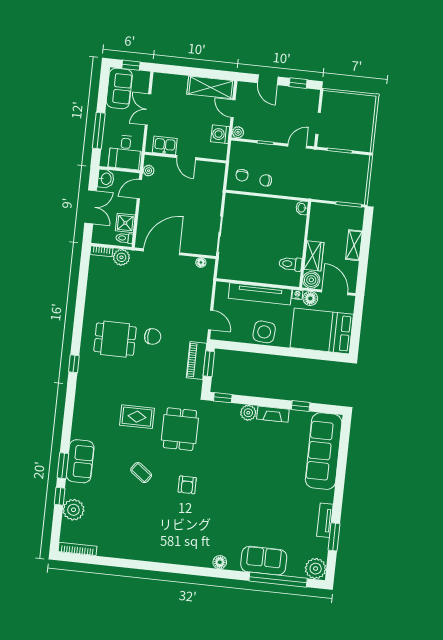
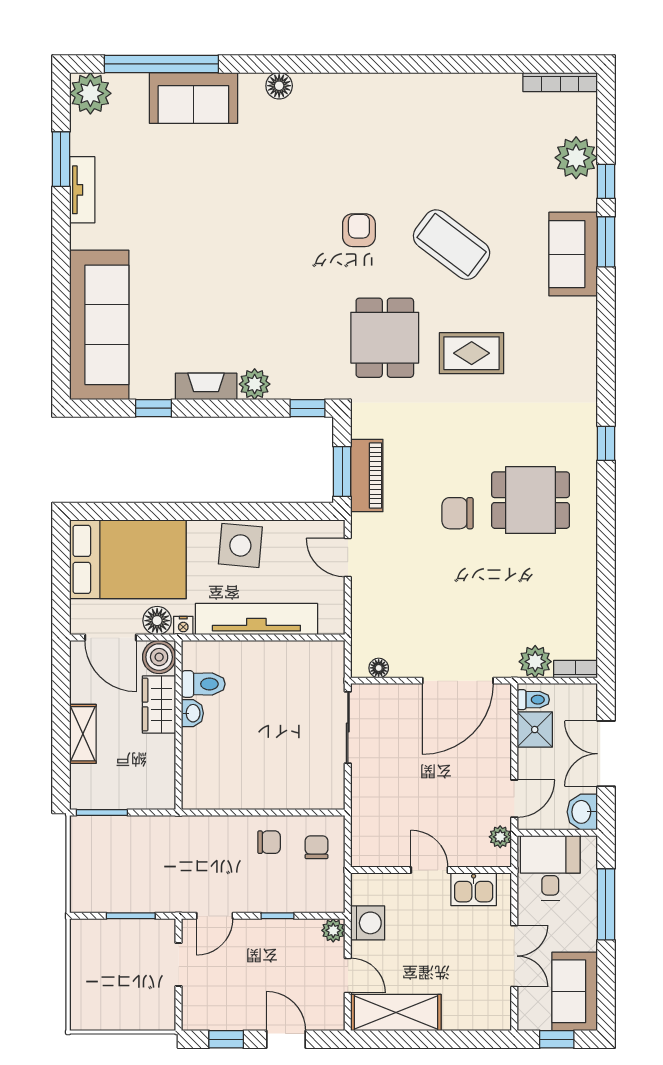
washbasin: (302, 208) -> (192, 713), moved
coffee table: (141, 473) -> (452, 245), width x1.86, depth x1.72

